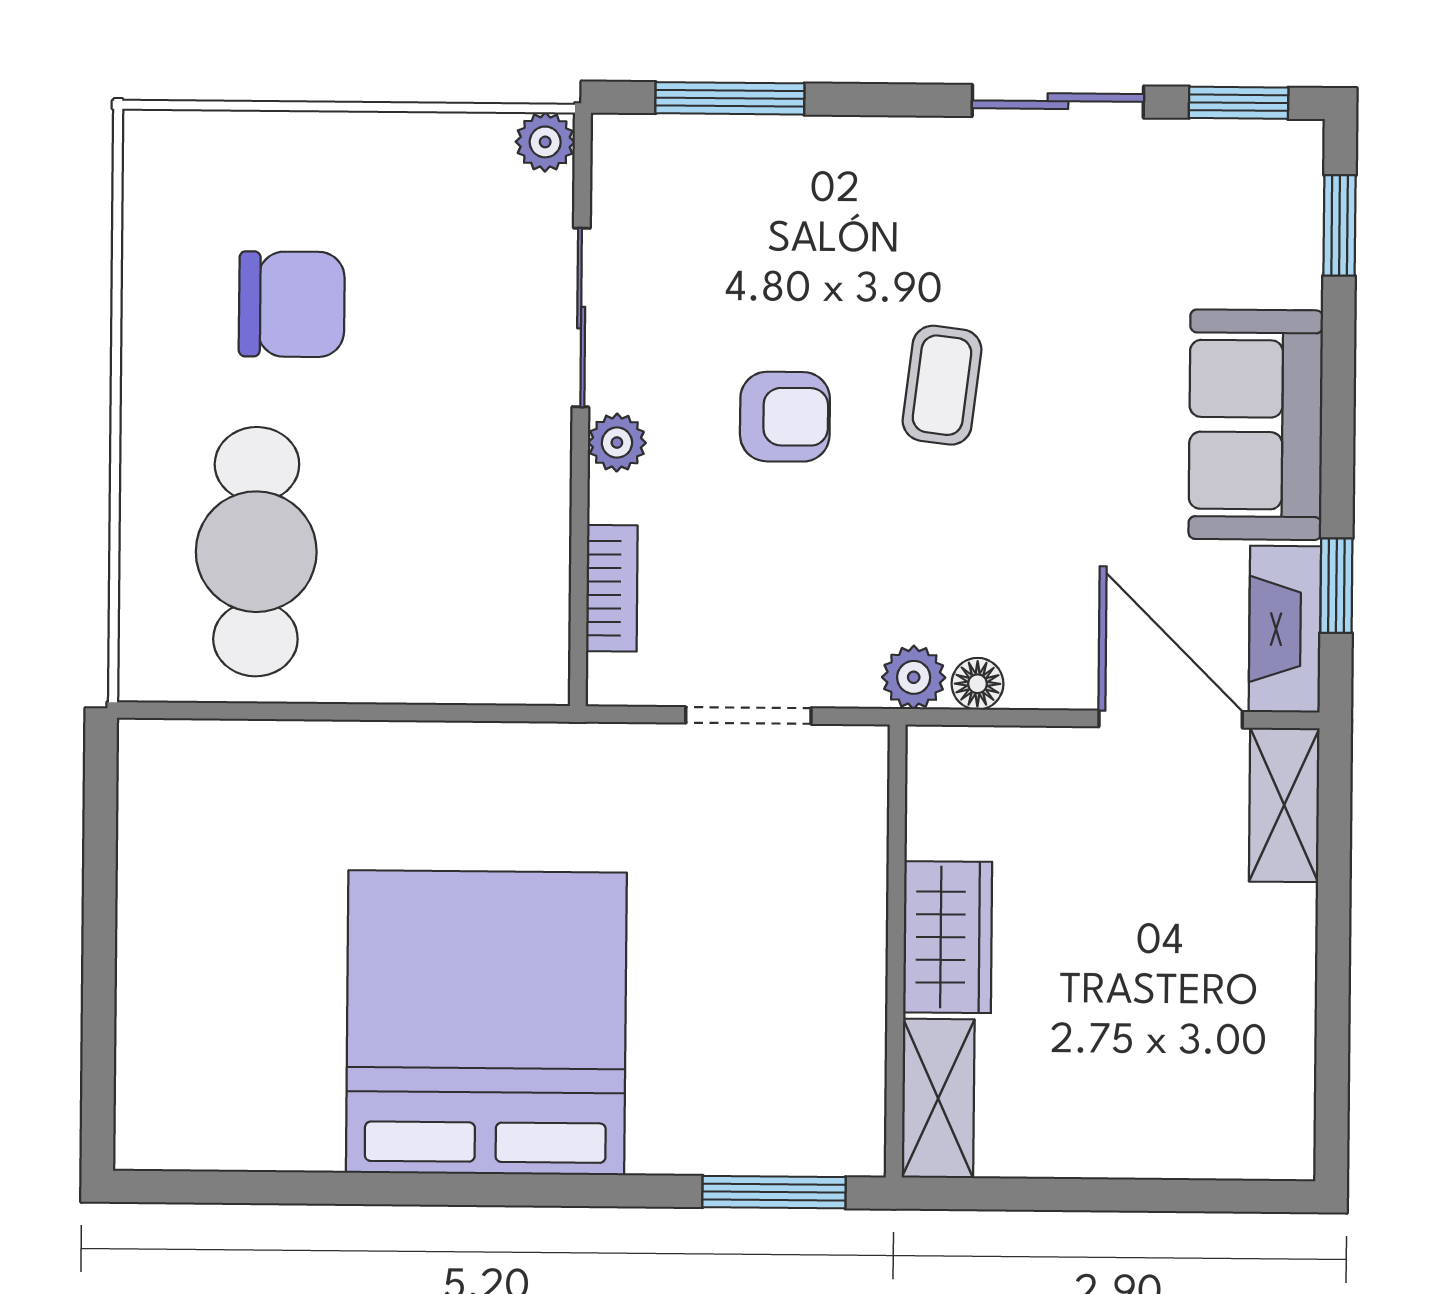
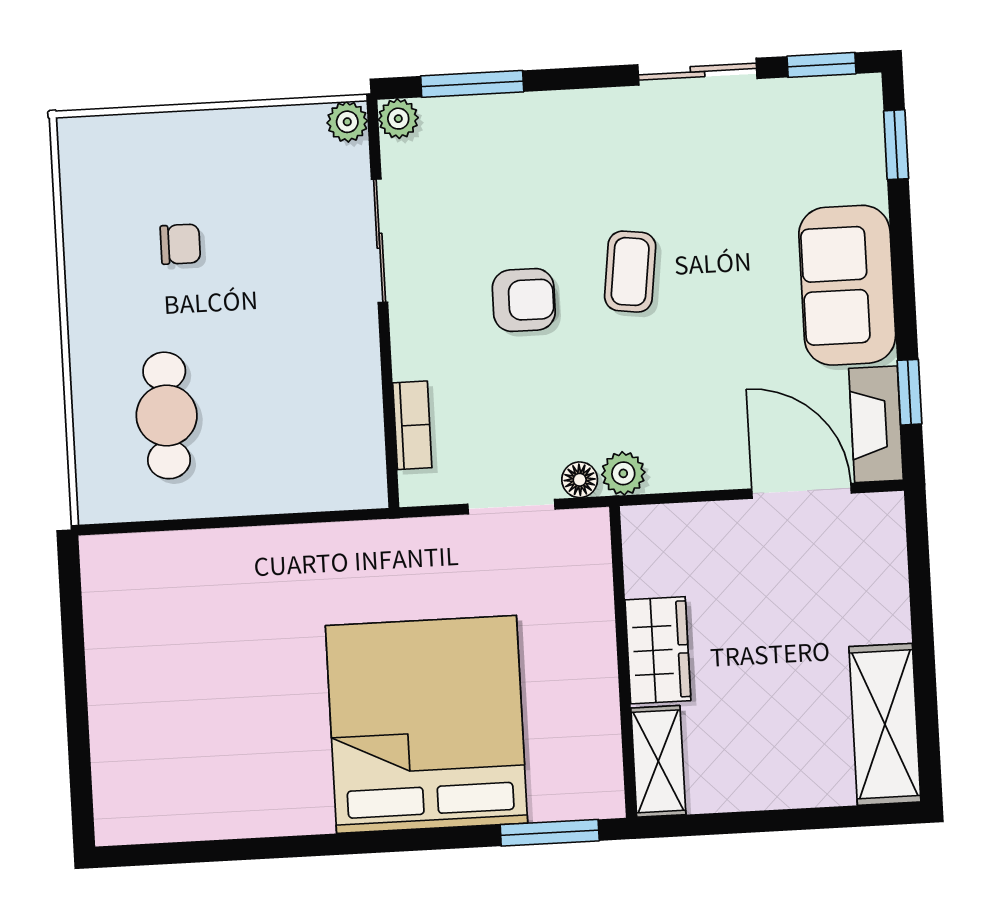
chair: (292, 304) -> (180, 244), width x0.54, depth x0.54
plant: (617, 443) -> (398, 119), moved
cafe table: (256, 552) -> (167, 415), width x0.73, depth x0.74
floor lamp: (977, 684) -> (580, 480), moved
shelving: (1284, 805) -> (885, 724), moved, width x1.50, depth x1.33
bed: (486, 1023) -> (427, 724), moved

